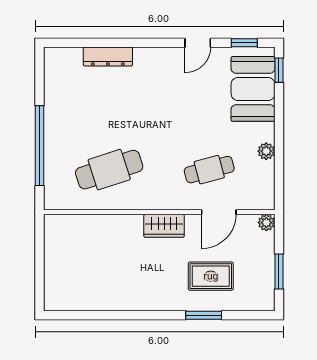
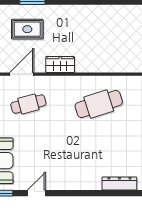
dresser: (108, 56) -> (119, 184), moved

